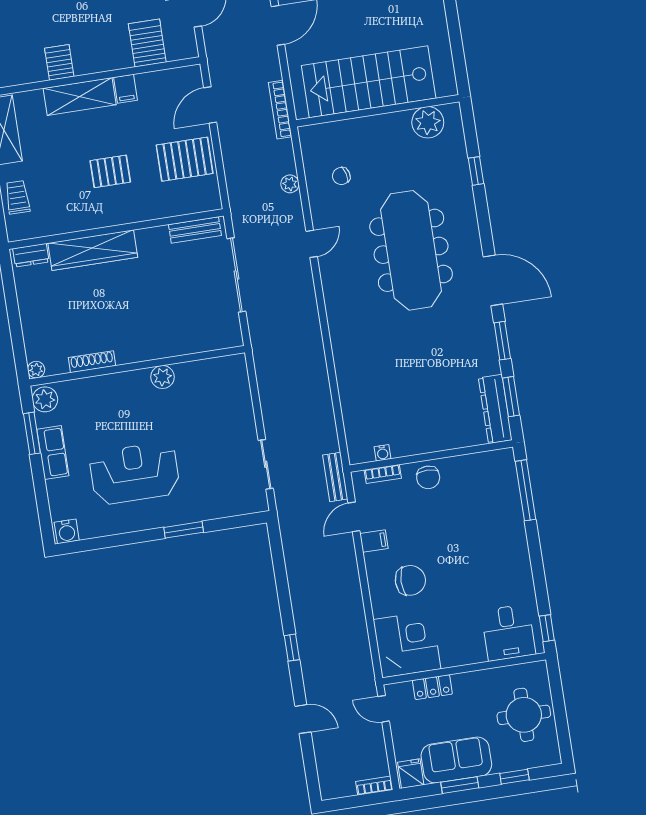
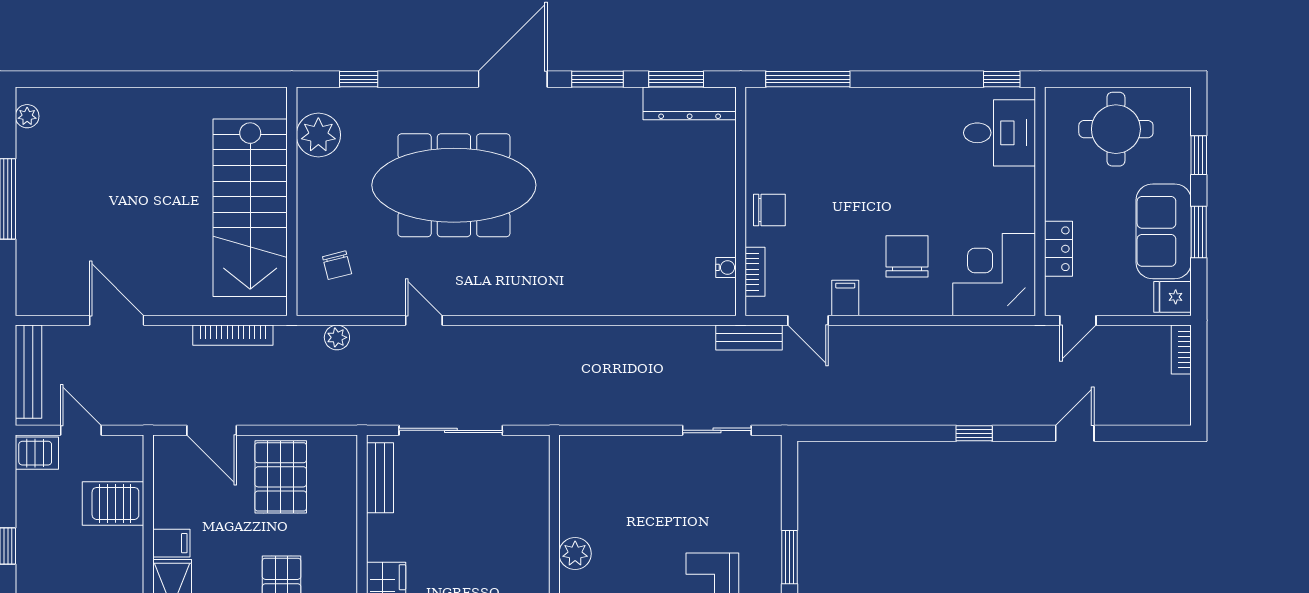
stairs: (369, 82) -> (250, 208), moved
wall: (378, 111) -> (292, 201), moved
plant: (428, 122) -> (318, 135), moved

